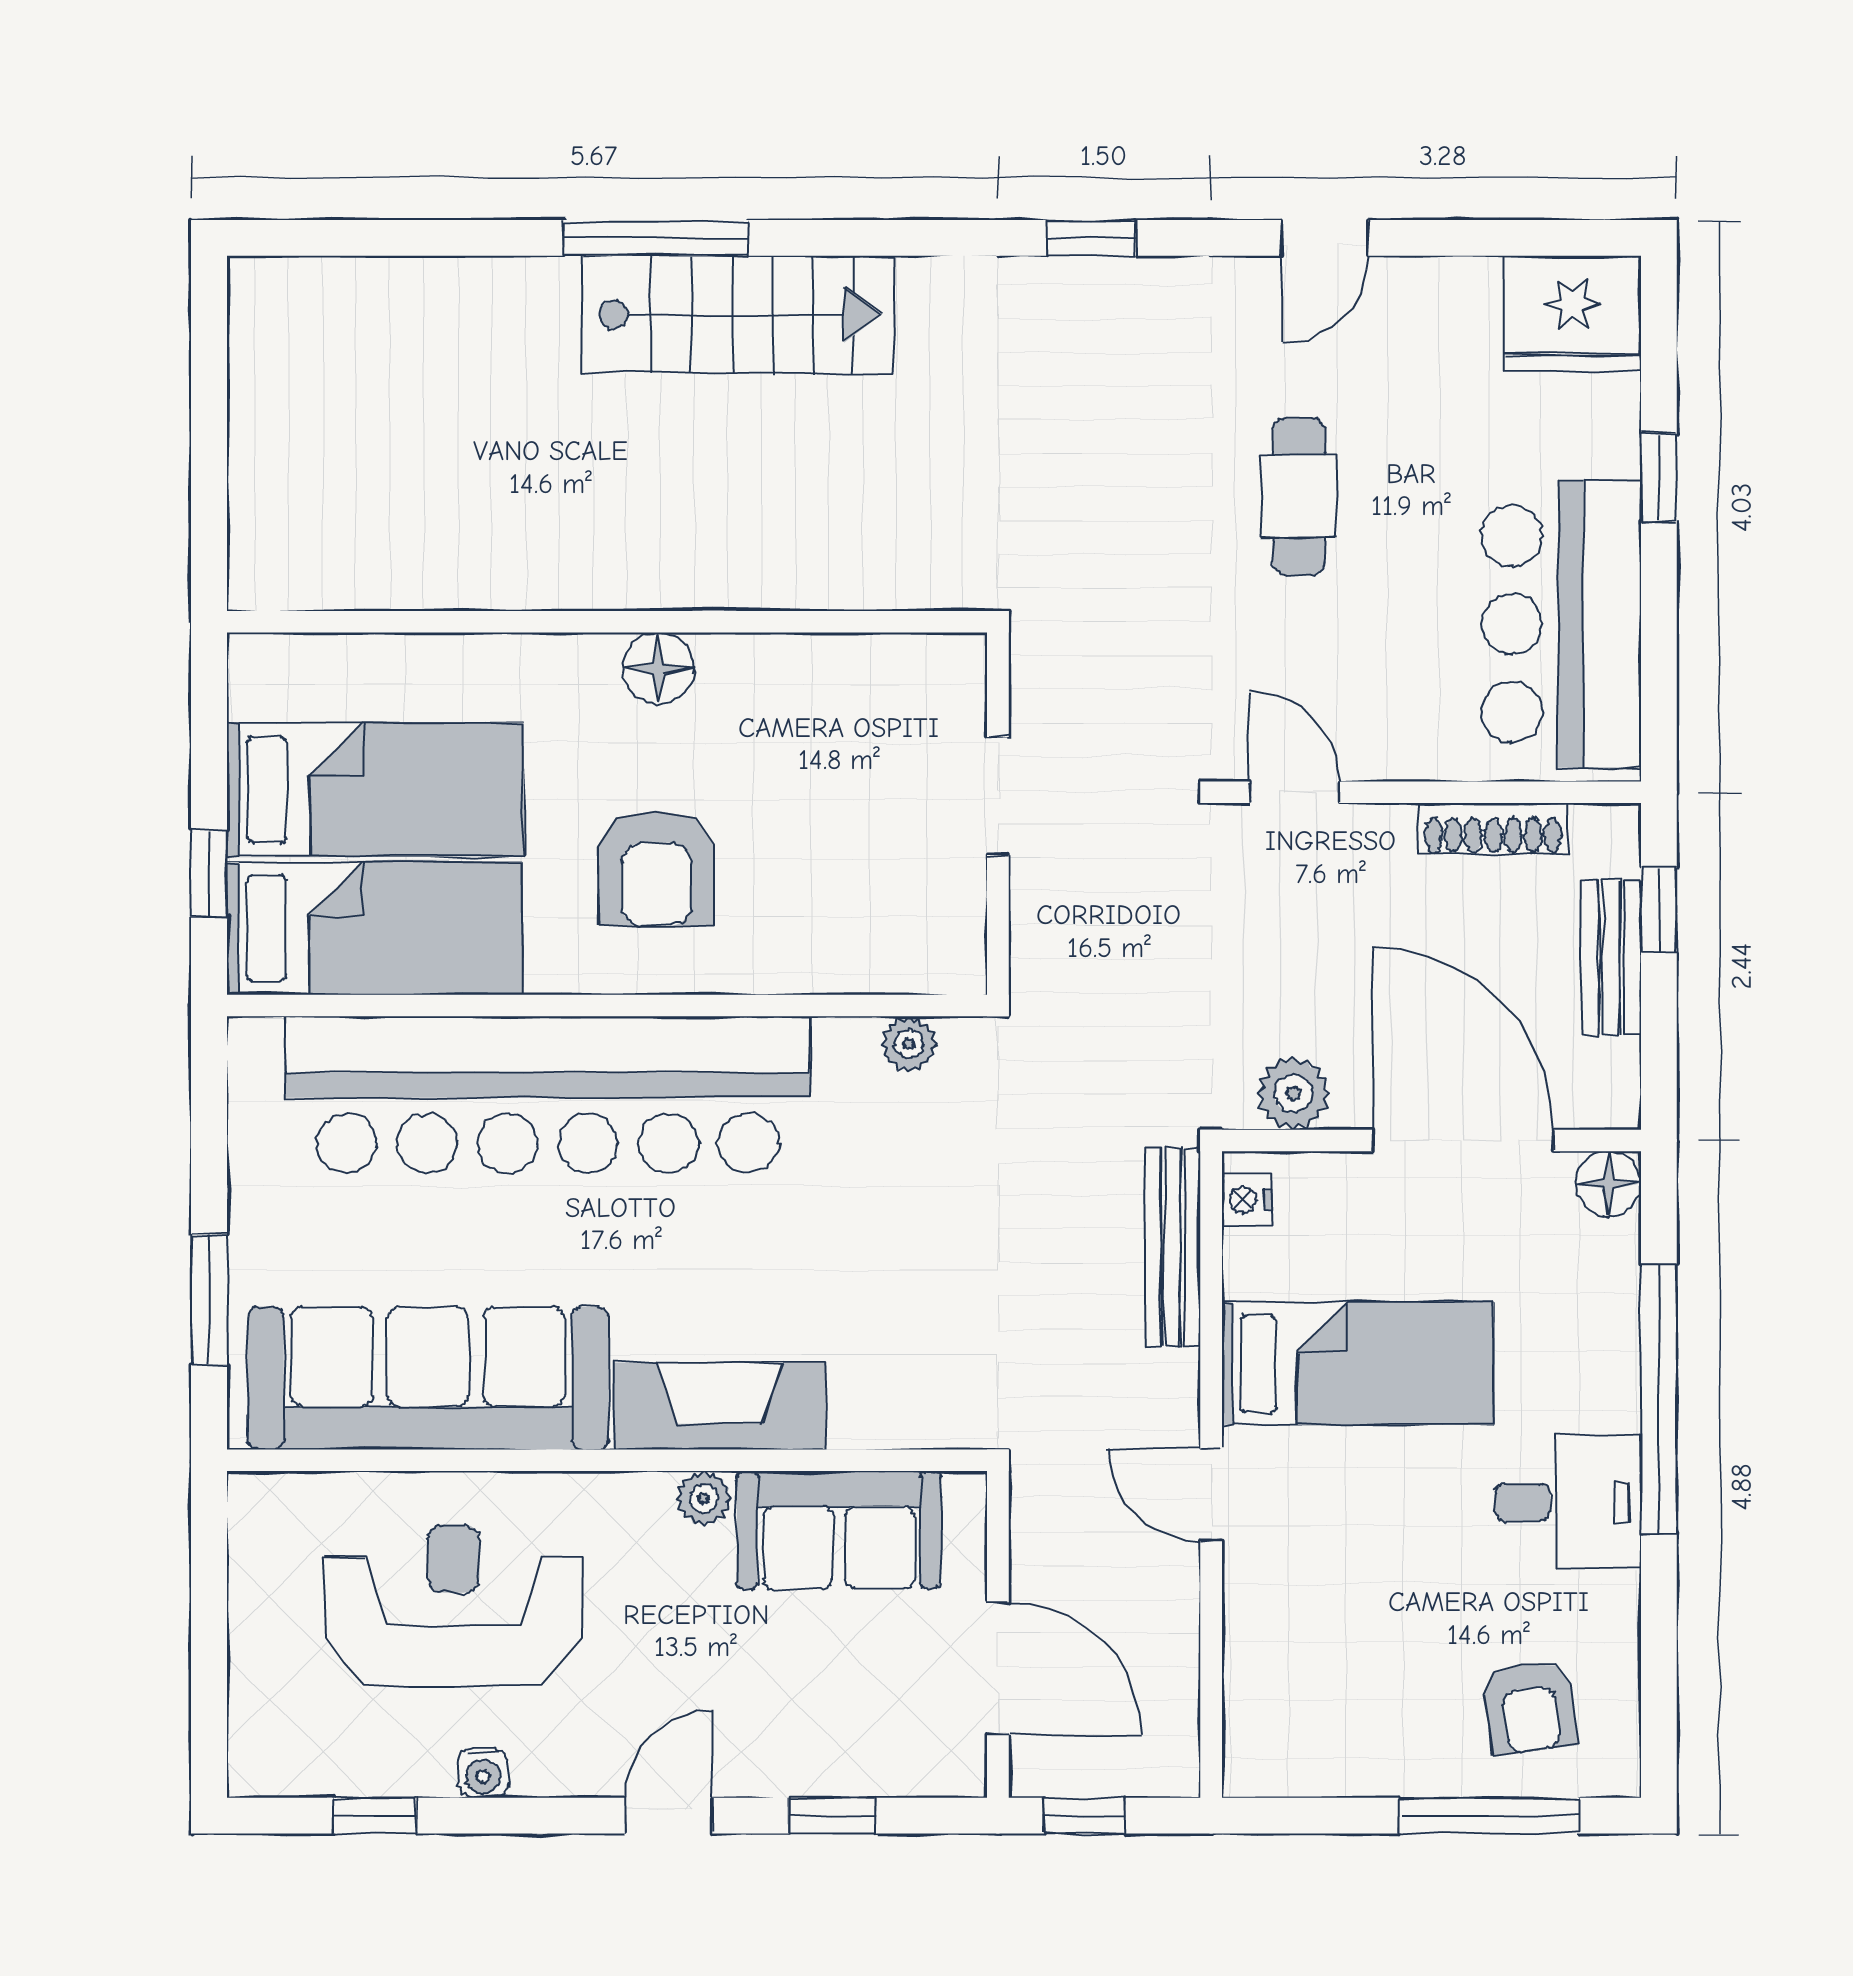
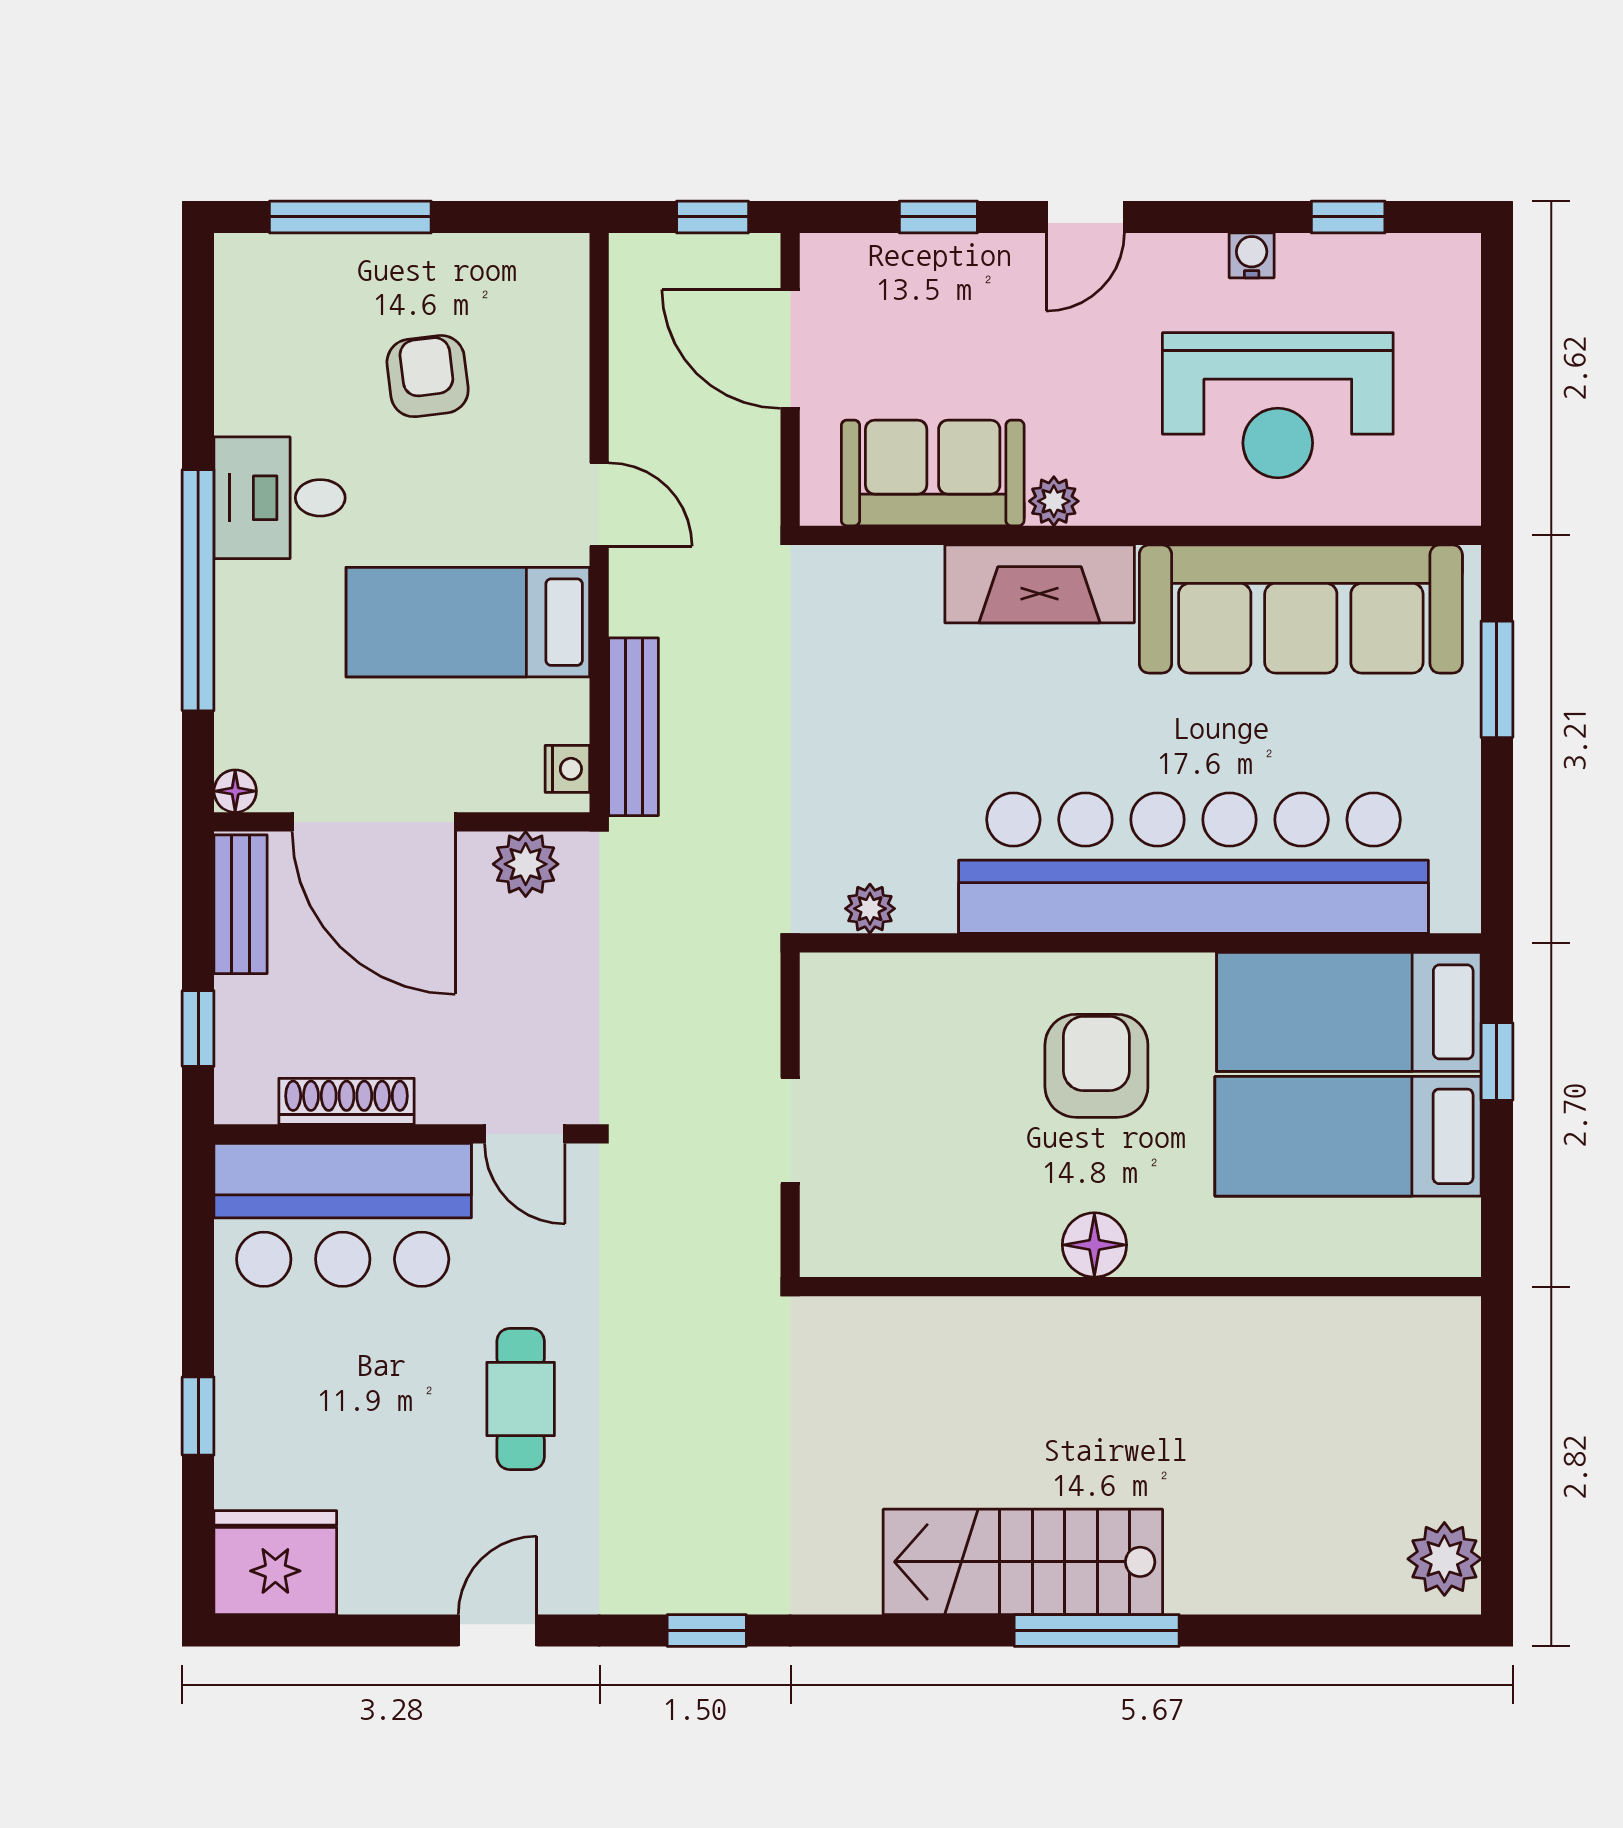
plant: (268, 318) -> (1444, 1559), added
bar counter: (1561, 624) -> (343, 1215), moved, turned 90
bench: (1611, 958) -> (240, 904), moved
floor lamp: (1609, 1184) -> (235, 791), width x0.73, depth x0.73
armchair: (1530, 1707) -> (428, 376), moved

